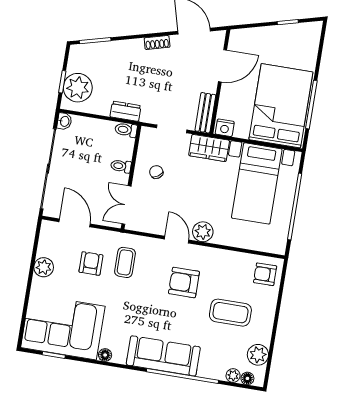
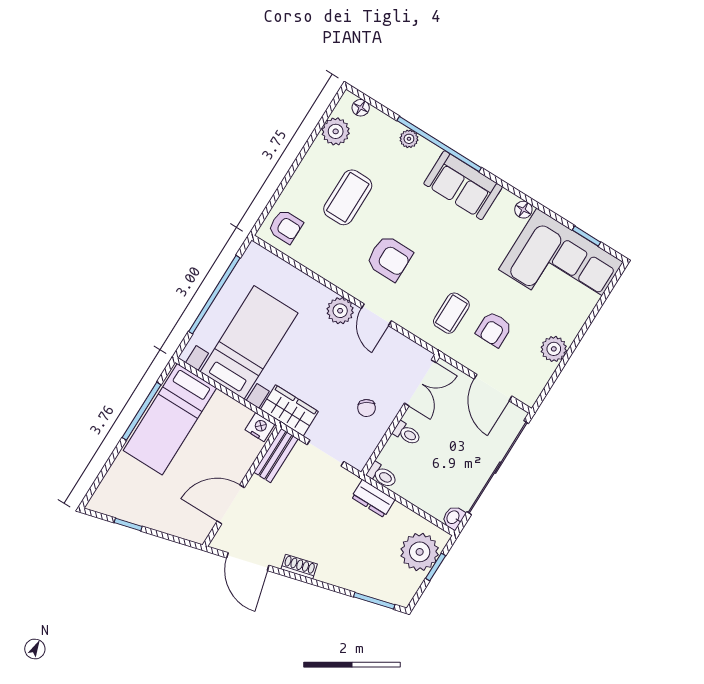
bed: (281, 106) -> (170, 419), width x0.67
coffee table: (230, 313) -> (348, 197), turned 90
sofa: (163, 356) -> (463, 185), width x0.73
plant: (233, 376) -> (409, 139), moved

